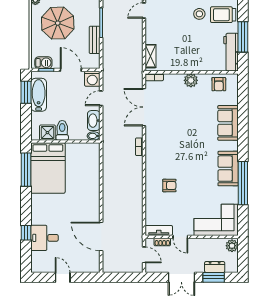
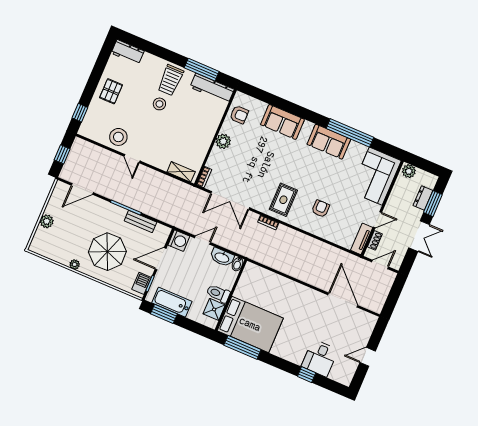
door: (101, 98) -> (203, 240), swing flipped
rug: (164, 151) -> (283, 200), added
door: (101, 236) -> (343, 300), swing flipped

